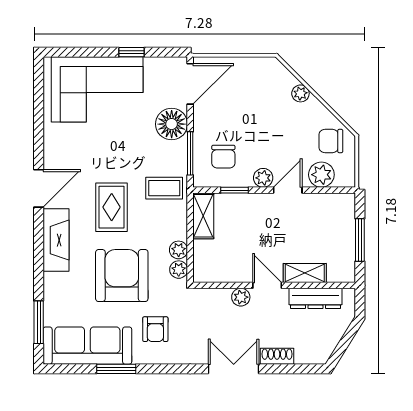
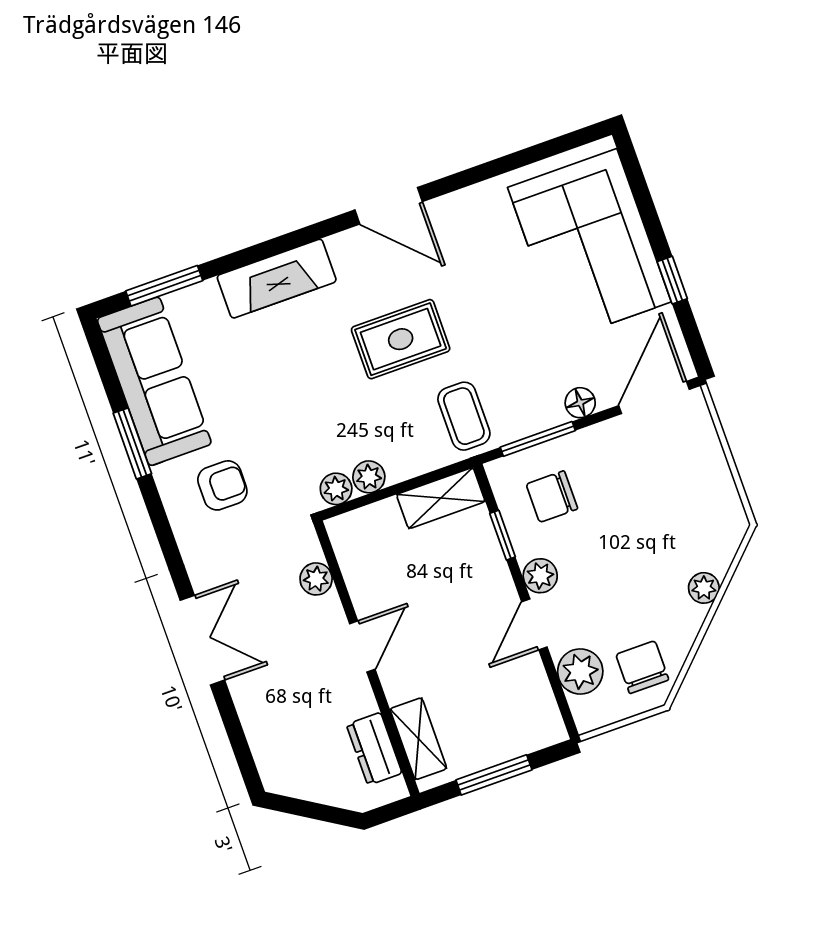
door: (190, 84) -> (654, 397), swing flipped
floor lamp: (172, 124) -> (580, 403), width x0.53, depth x0.53
door: (288, 190) -> (534, 624), swing flipped
fireplace: (56, 240) -> (277, 279), moved
shelving: (305, 273) -> (418, 739), moved
armchair: (122, 276) -> (292, 397), removed
plant: (241, 297) -> (316, 579), moved
dresser: (316, 298) -> (374, 749), width x0.70
armchair: (155, 329) -> (222, 485), turned 180
shoe rack: (277, 356) -> (249, 705), removed

